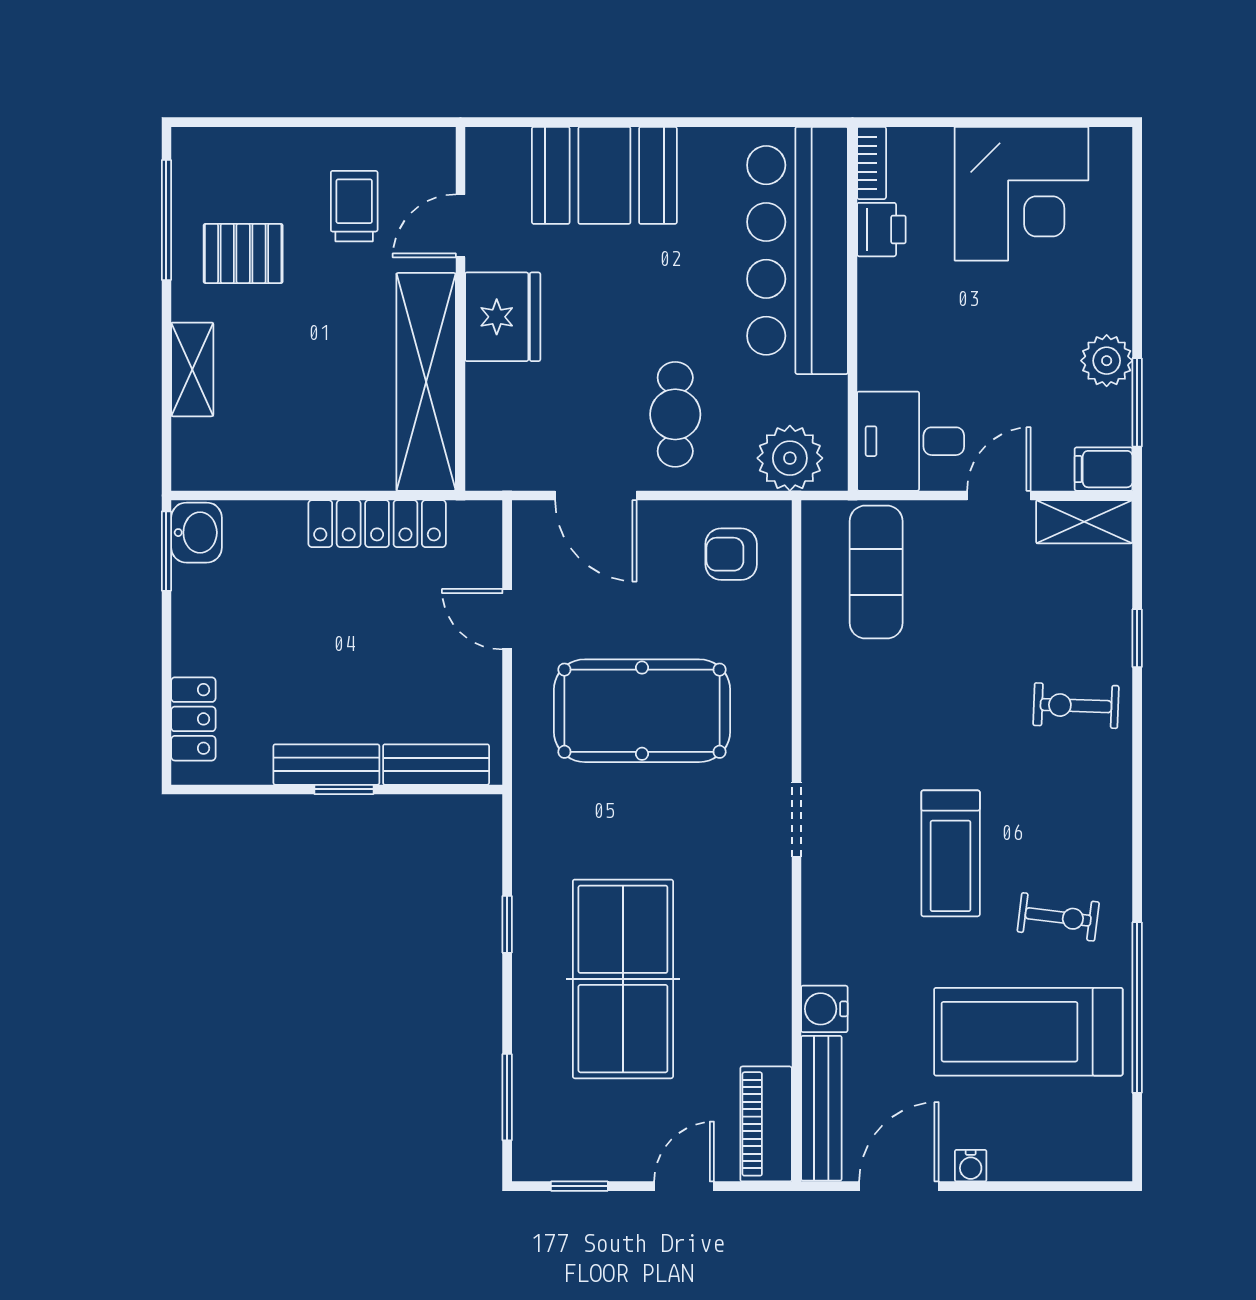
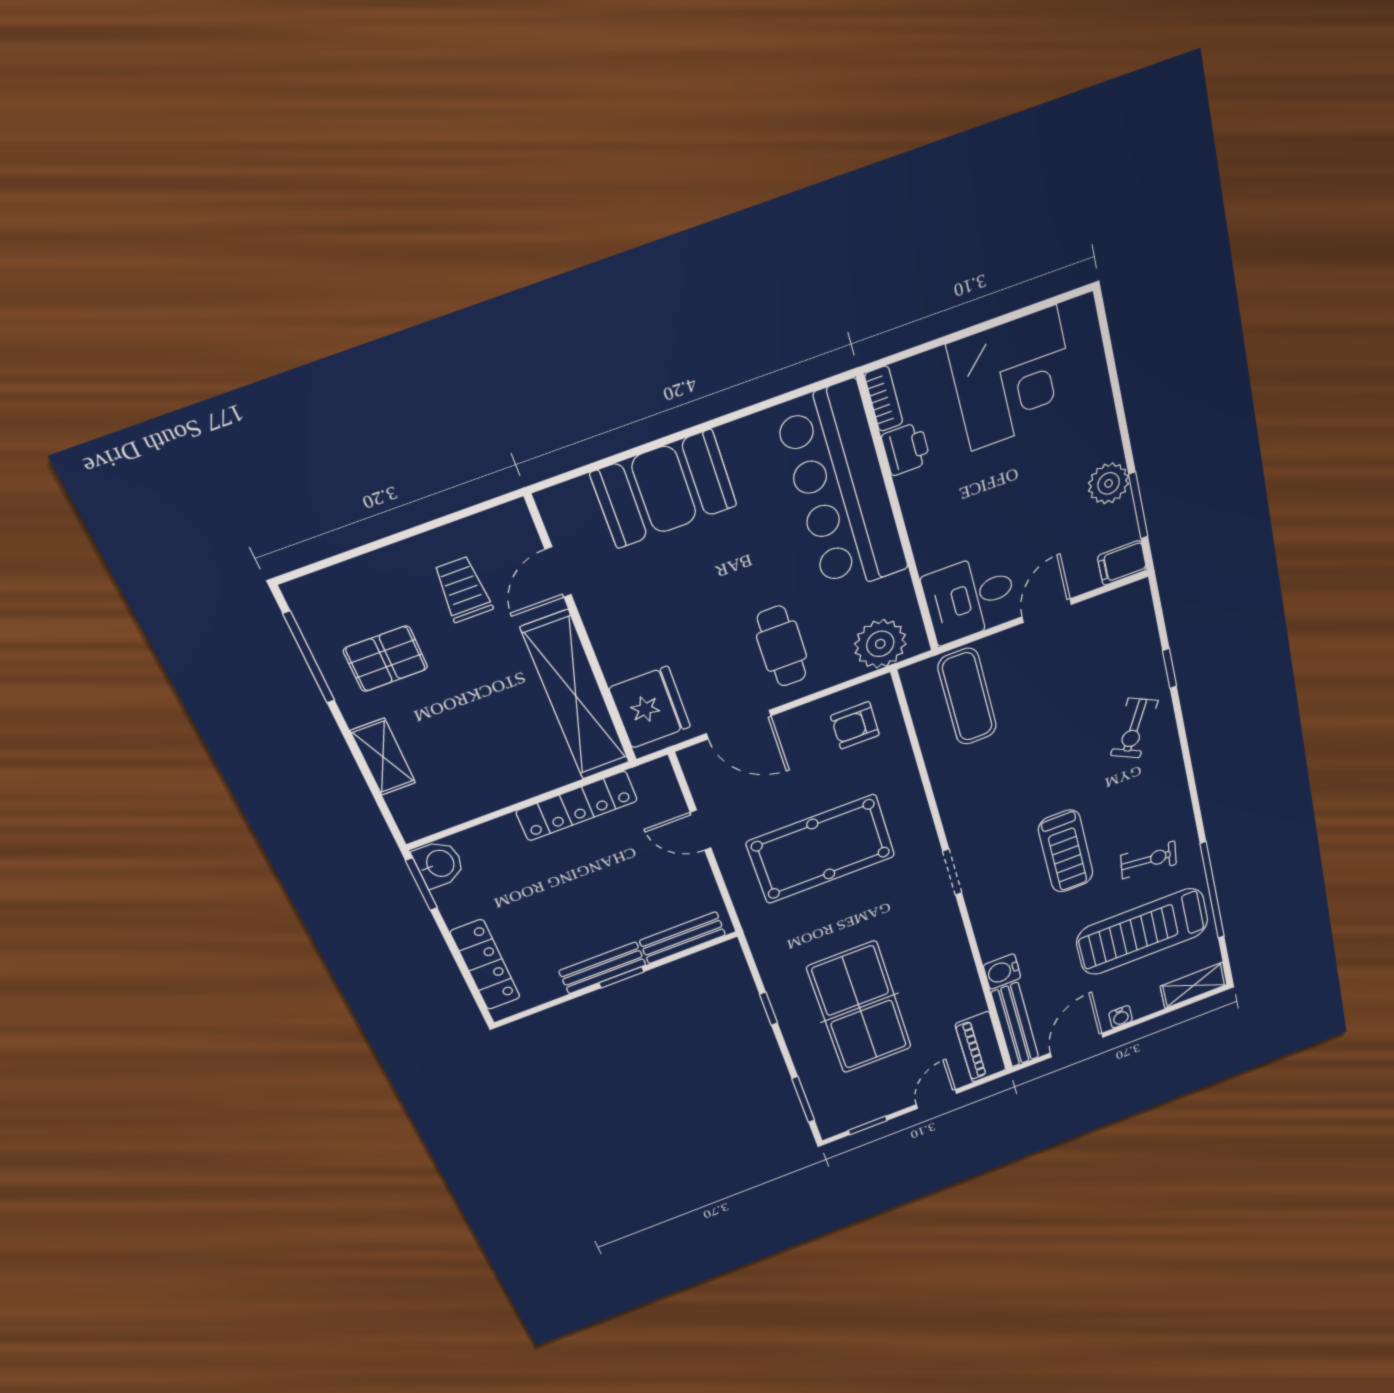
fridge: (503, 317) -> (650, 707), moved
shelving: (1084, 522) -> (1194, 985), moved
exercise bike: (1076, 706) -> (1134, 728), turned -64
locker: (193, 719) -> (485, 965), width x1.53

